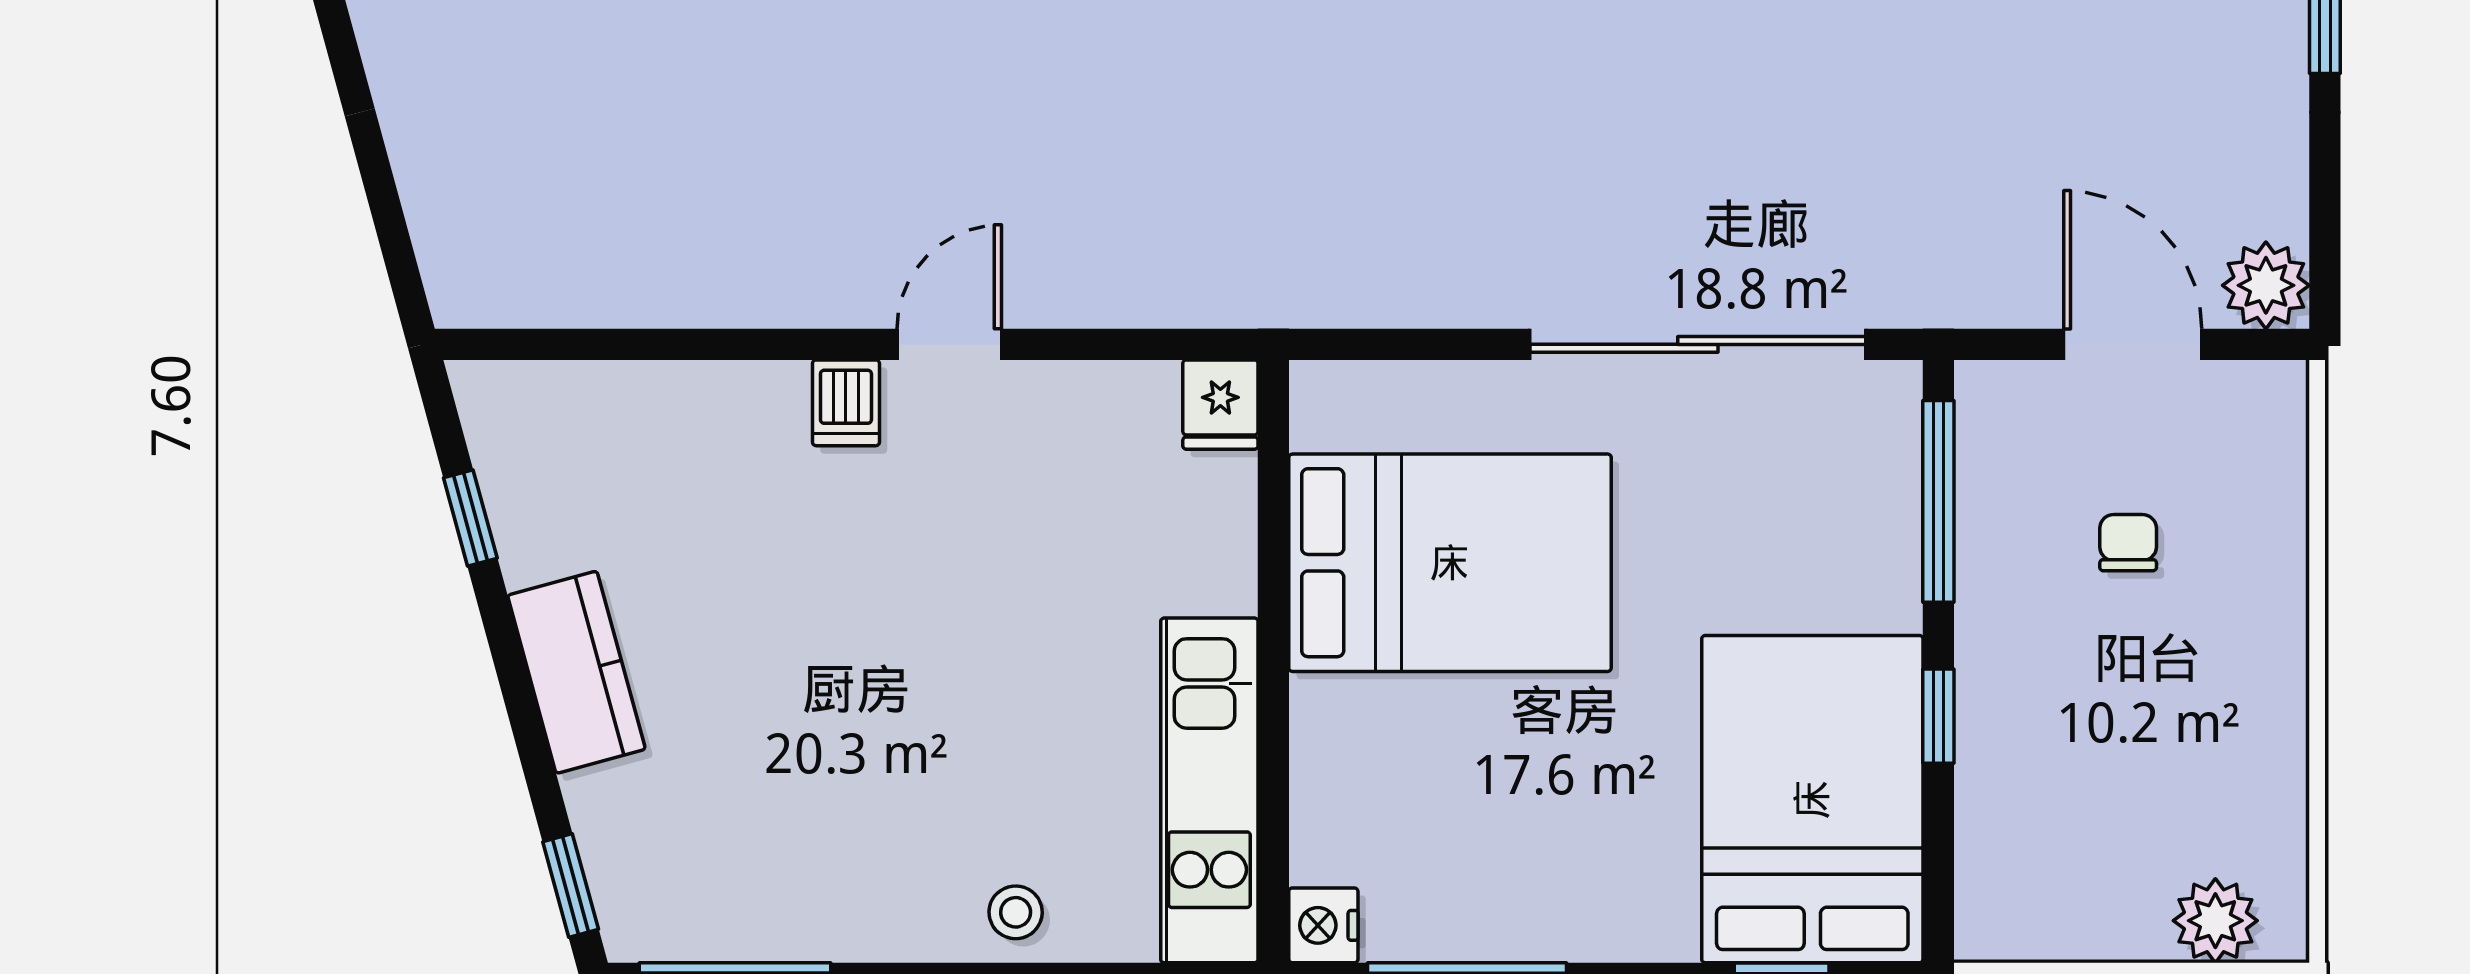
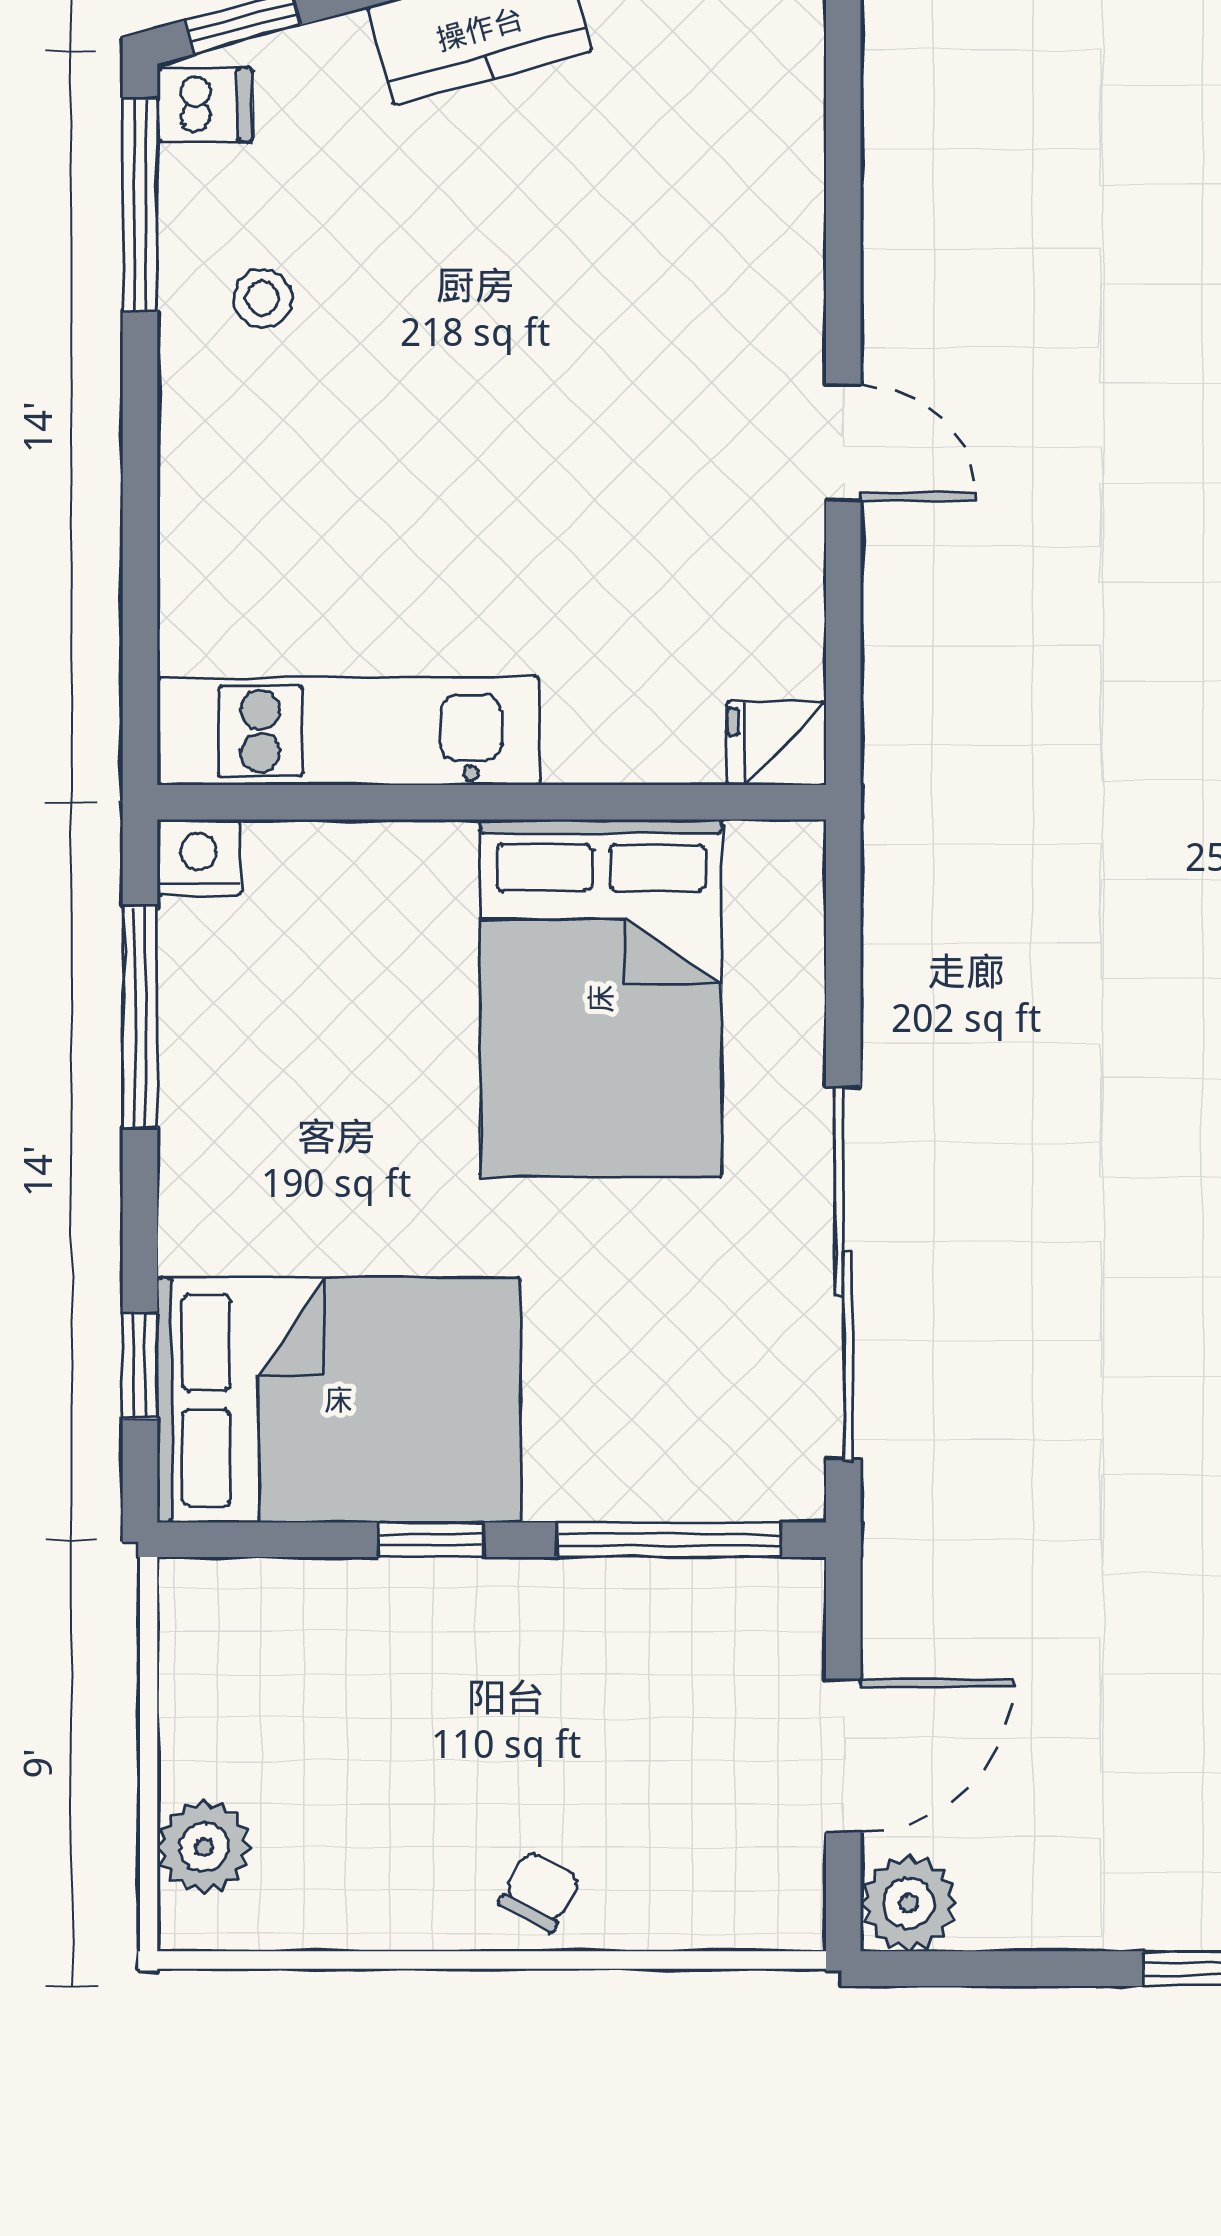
dishwasher: (846, 403) -> (205, 105), moved, turned 180
chair: (2128, 543) -> (540, 1891), moved, turned -62
stool: (1016, 912) -> (262, 298), moved

